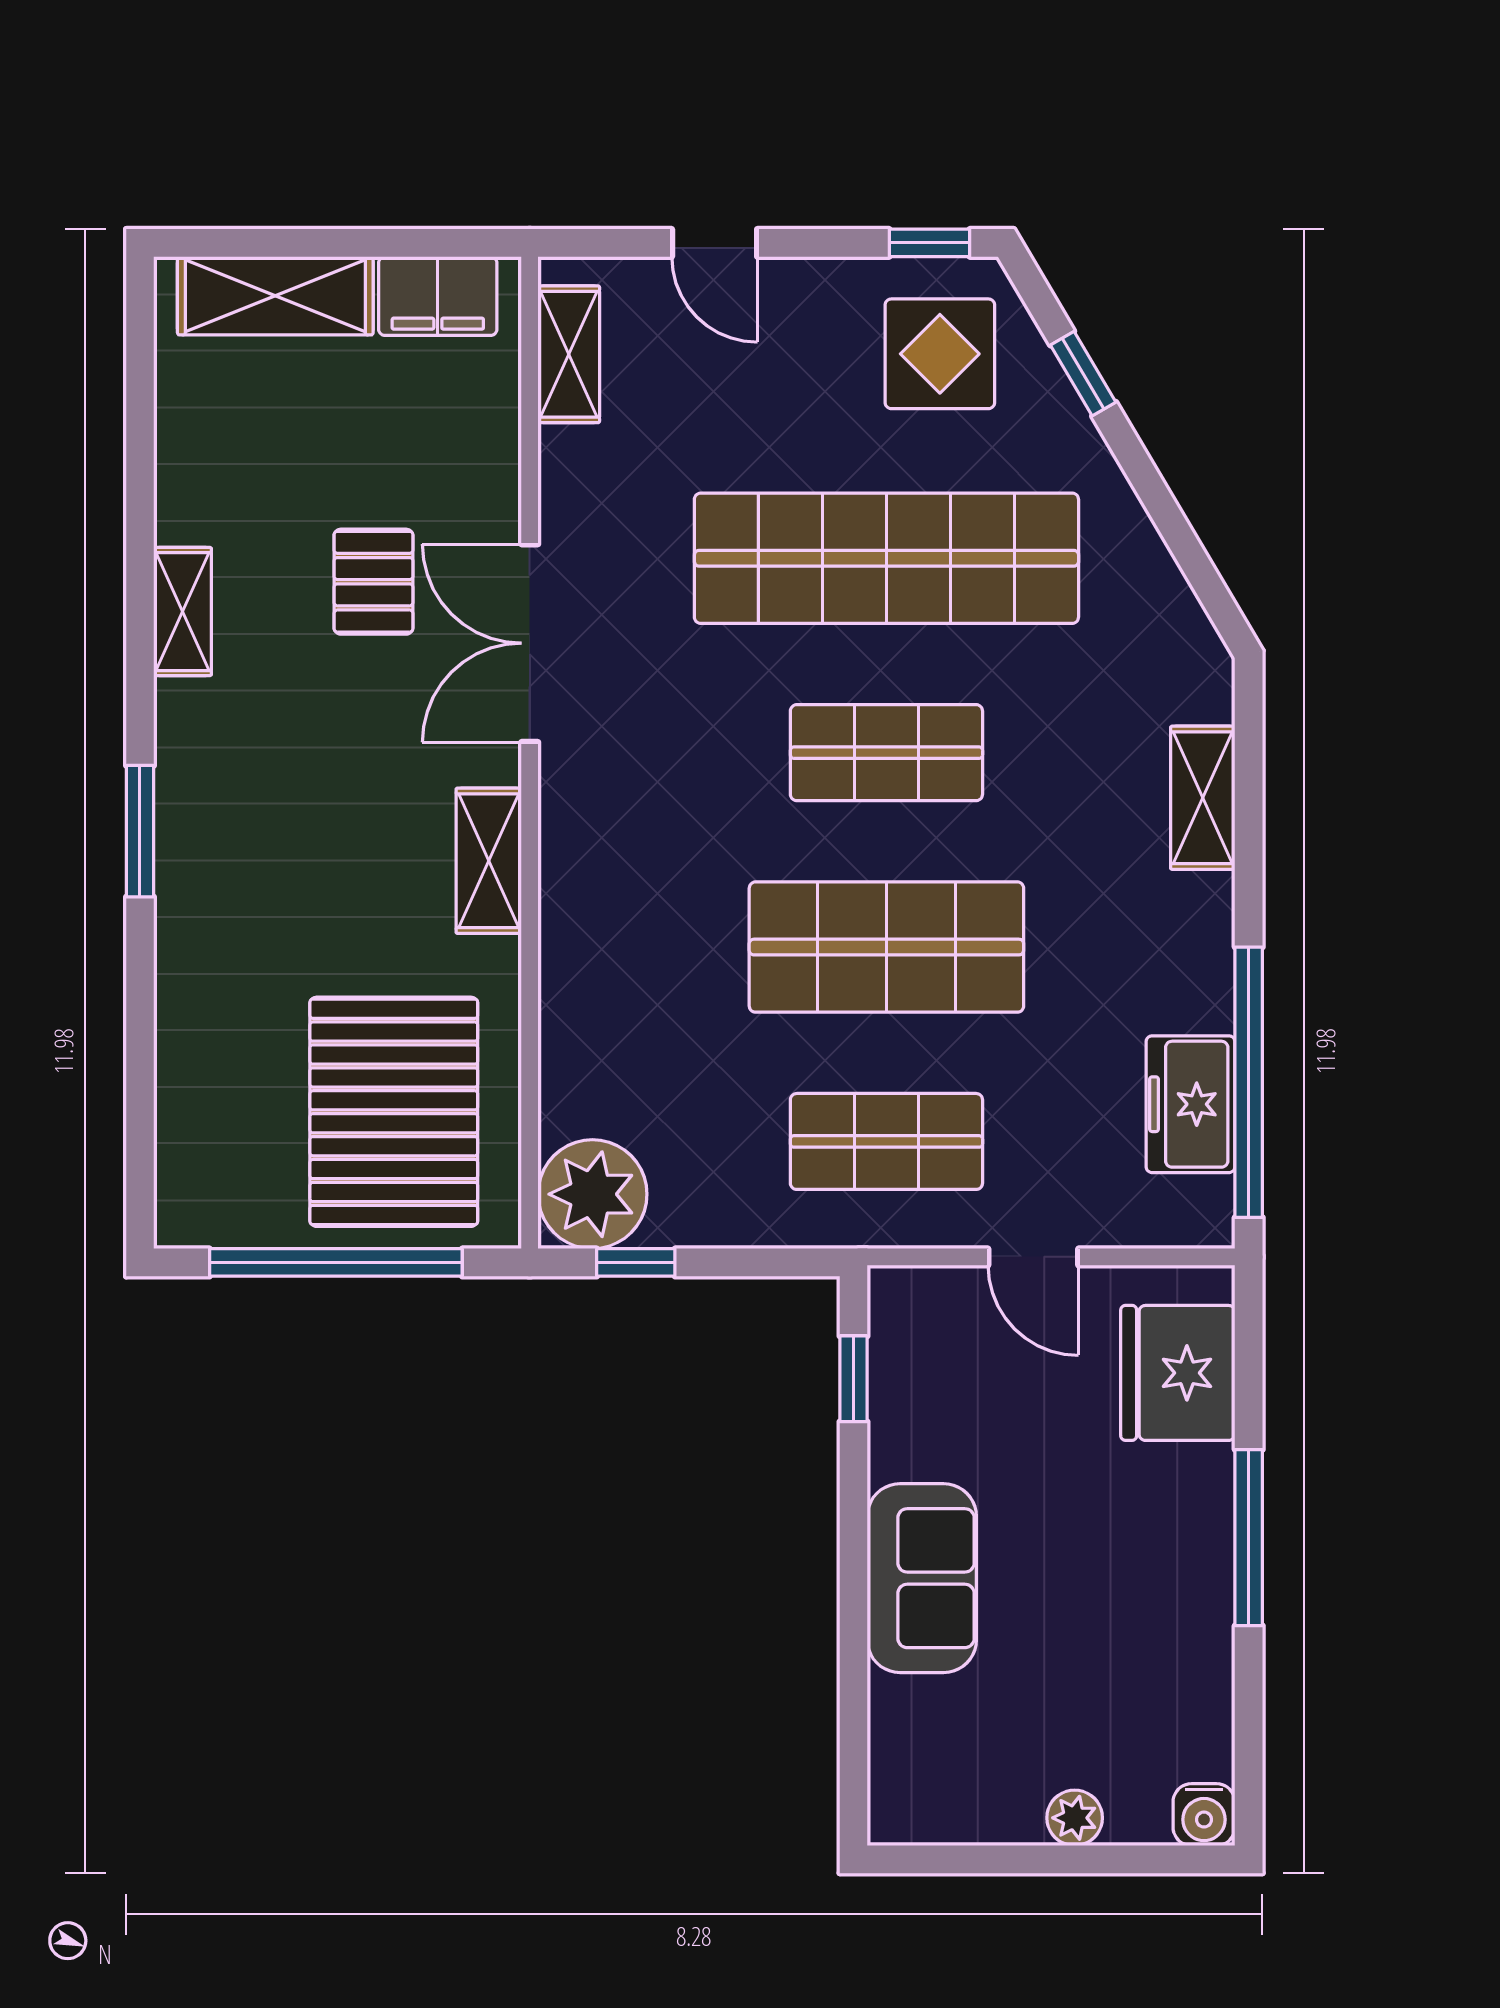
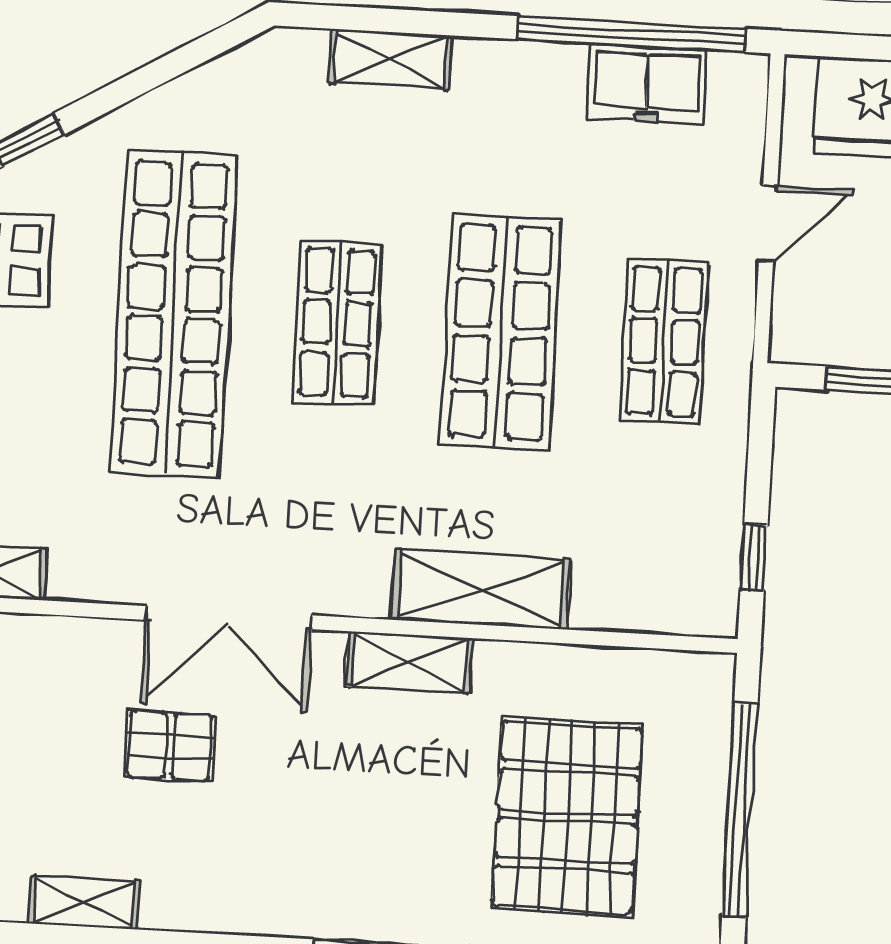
shelving: (183, 612) -> (84, 902), moved
shelving: (580, 940) -> (481, 590), added
pallet: (394, 1112) -> (567, 817), moved, turned 90
plant: (592, 1194) -> (695, 591), removed

